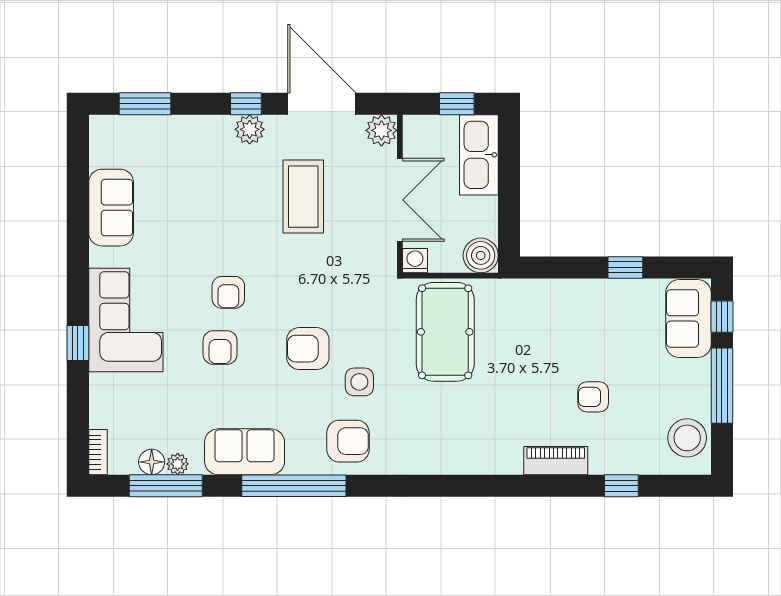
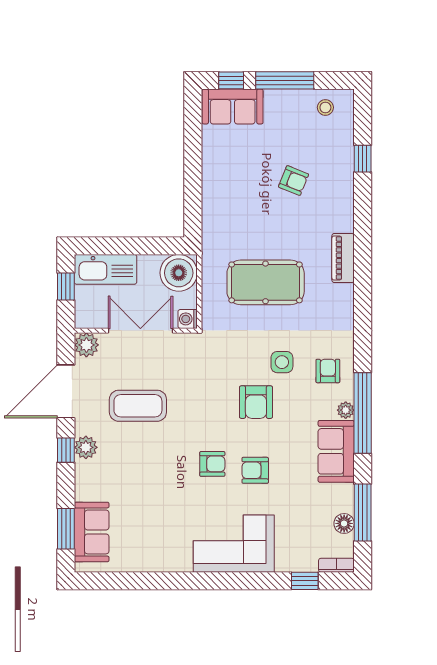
sofa: (111, 208) -> (92, 532), moved, turned 90
boiler: (481, 255) -> (179, 273), width x1.37, depth x1.37
window: (625, 267) -> (193, 156), removed
pool table: (445, 332) -> (266, 282), moved
window: (78, 343) -> (305, 581), moved
armchair: (220, 347) -> (255, 470), turned 180
armchair: (593, 397) -> (294, 181), turned -68
stool: (687, 438) -> (325, 107), width x0.53, depth x0.53
armchair: (348, 441) -> (328, 371), width x0.72, depth x0.72
piano: (556, 461) -> (343, 258), moved
plant: (178, 464) -> (346, 410), moved

